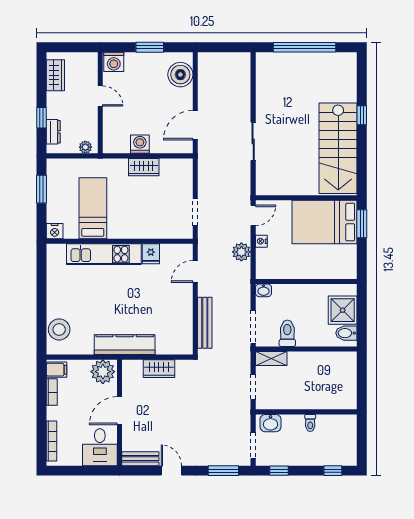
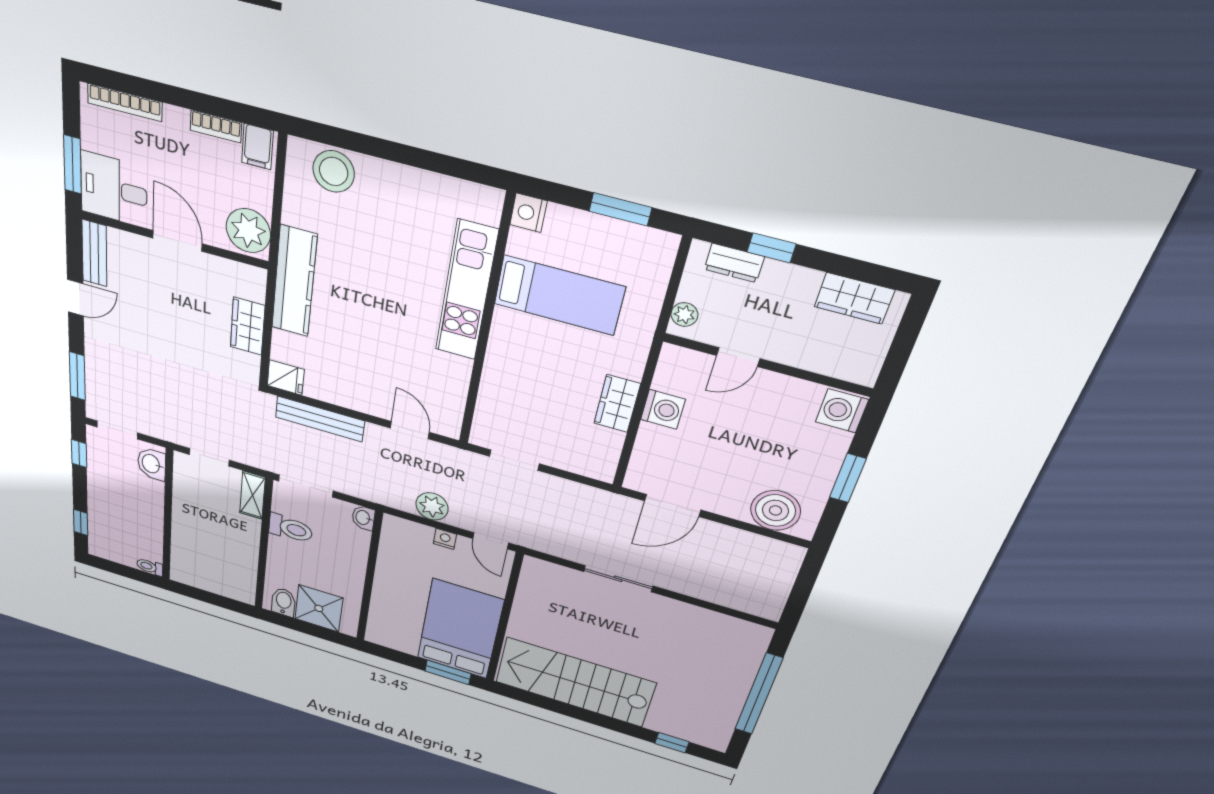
door: (100, 96) -> (738, 357), moved
window: (362, 115) -> (672, 743), moved
door: (195, 125) -> (673, 505), swing flipped
fridge: (151, 254) -> (286, 378), moved, turned 180
toilet: (310, 423) -> (150, 567), moved
window: (92, 471) -> (72, 165), added

